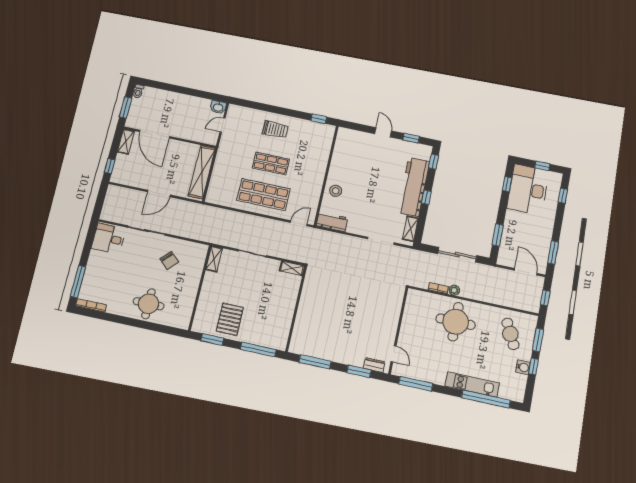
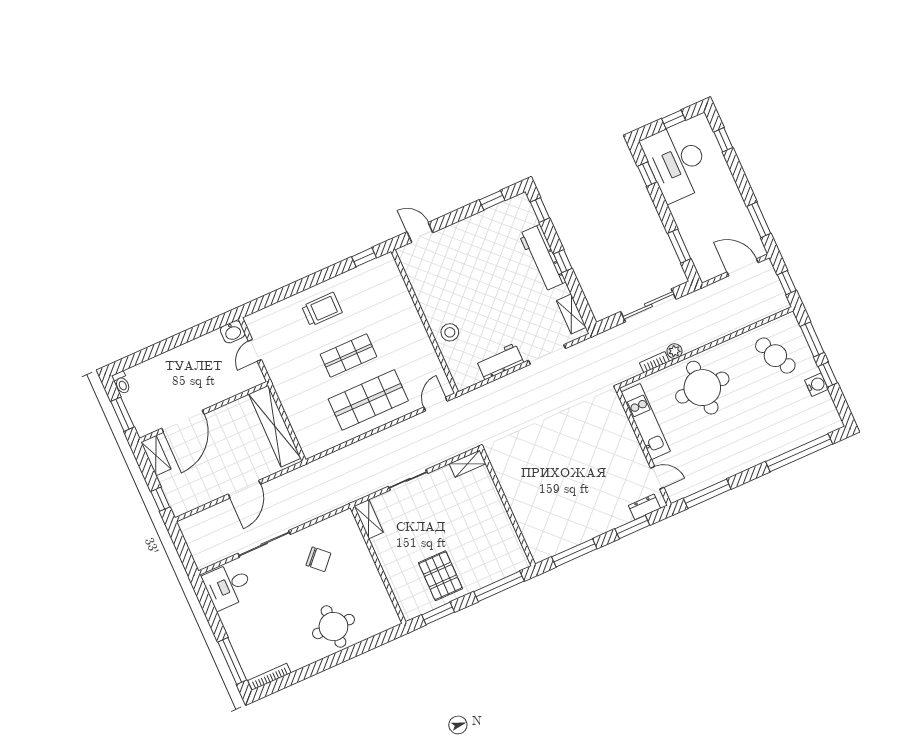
door: (383, 132) -> (420, 232), moved
door: (155, 134) -> (183, 421), hinge flipped
workbench: (414, 187) -> (542, 258), width x0.73, depth x0.76
workbench: (332, 222) -> (500, 361), moved
kitchen unit: (472, 385) -> (646, 422), moved, turned 90

